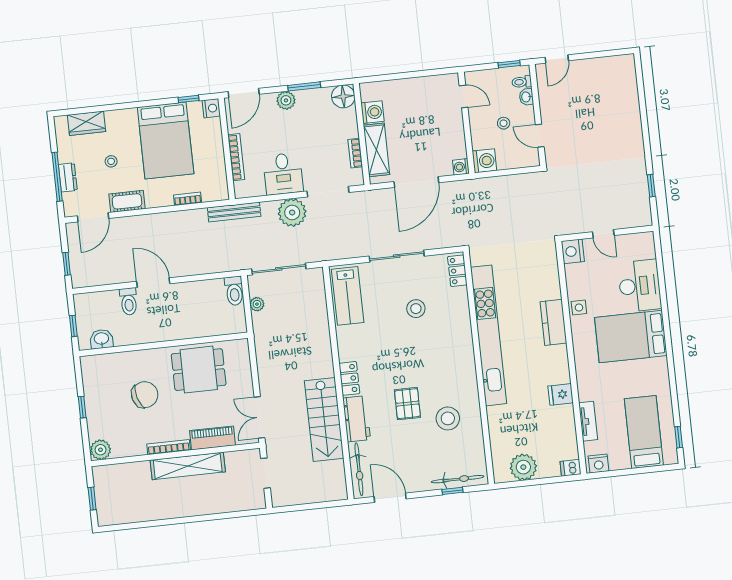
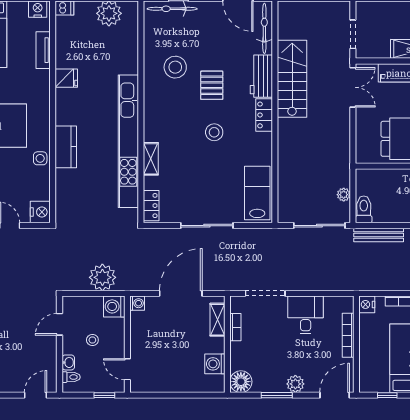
window: (509, 64) -> (104, 395), moved
nightstand: (211, 108) -> (367, 304), moved
door: (540, 136) -> (59, 324), swing flipped
shelving: (377, 150) -> (217, 320), width x0.67, depth x0.75
bench: (234, 212) -> (379, 235), moved
plant: (292, 212) -> (102, 277), moved
stool: (416, 309) -> (214, 132), moved
shelving: (463, 320) -> (151, 159), added

